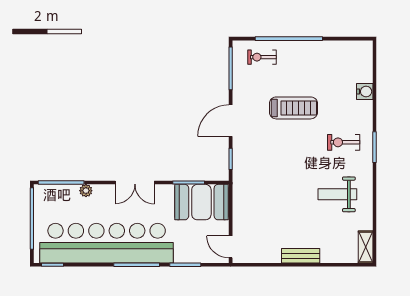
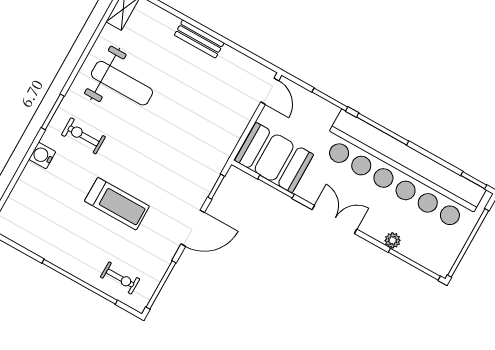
water cooler: (365, 92) -> (42, 156), moved
treadmill: (293, 108) -> (117, 204), turned 180
exercise bike: (344, 142) -> (83, 136), turned 180
weight bench: (337, 194) -> (122, 83), width x1.36, depth x1.33

